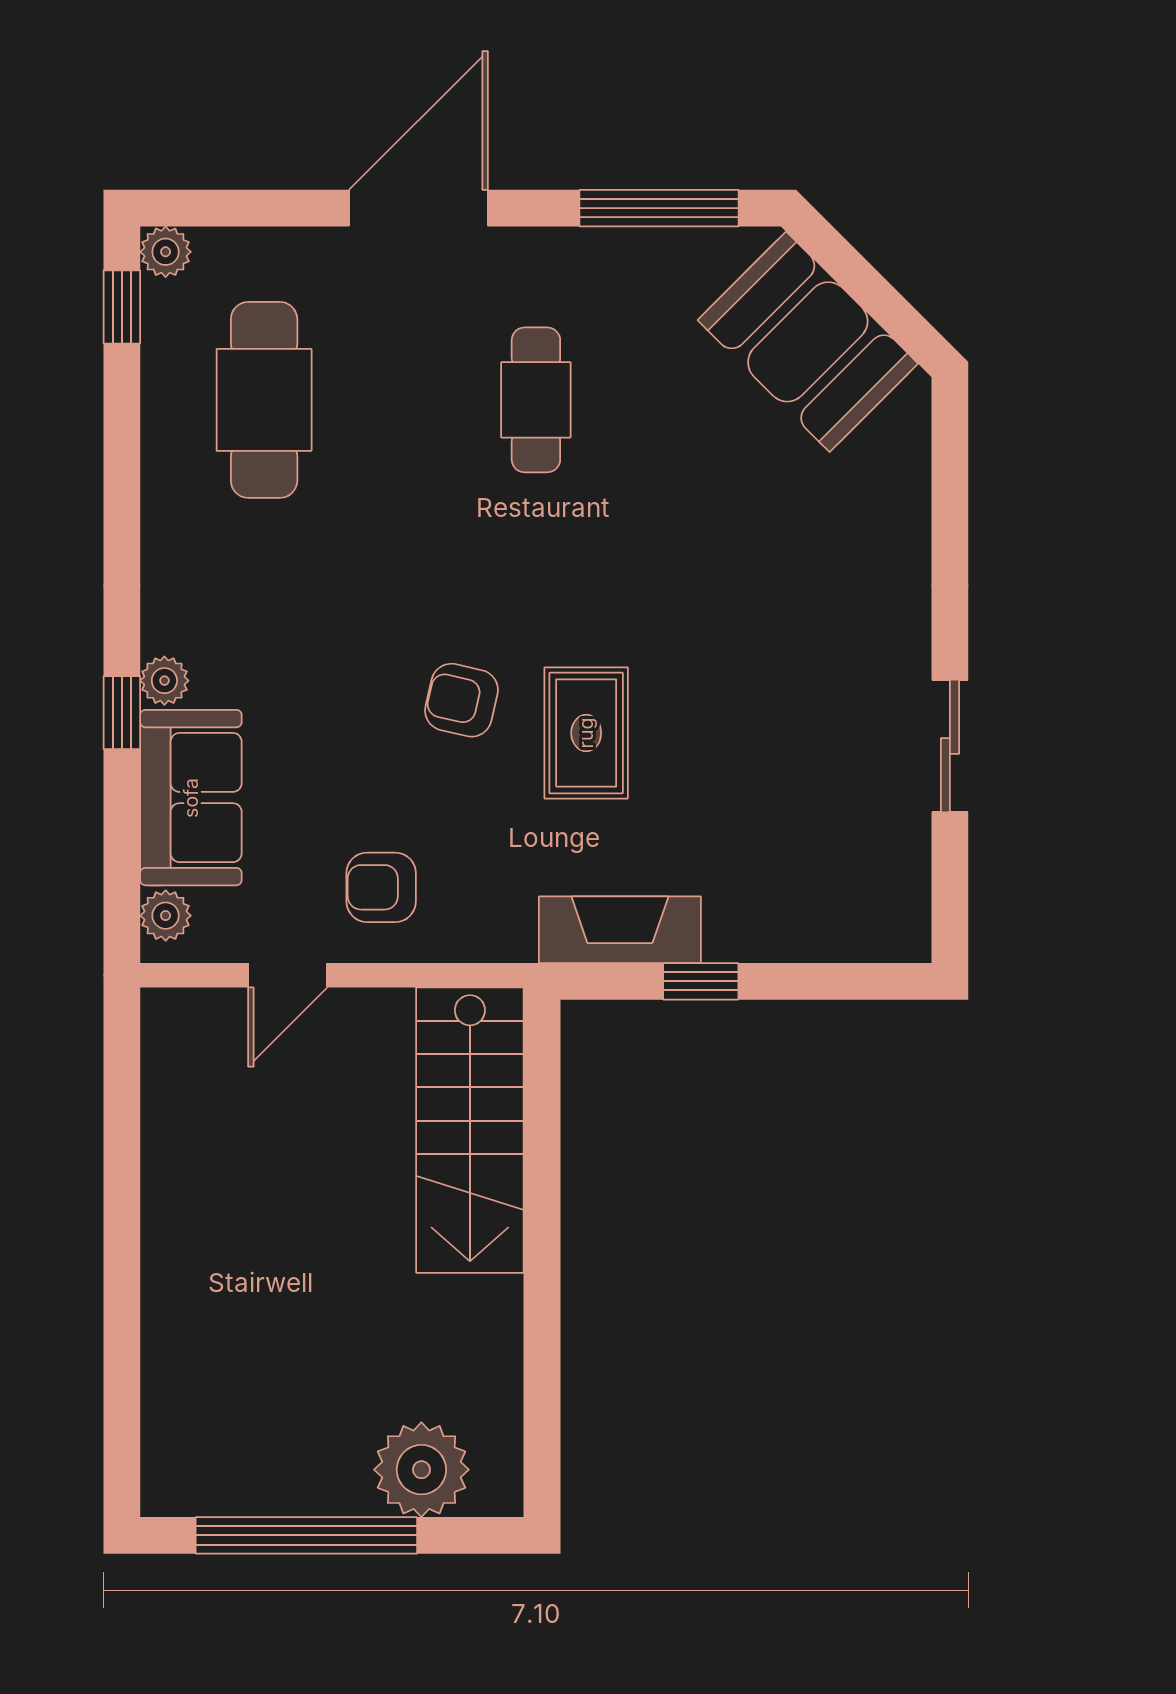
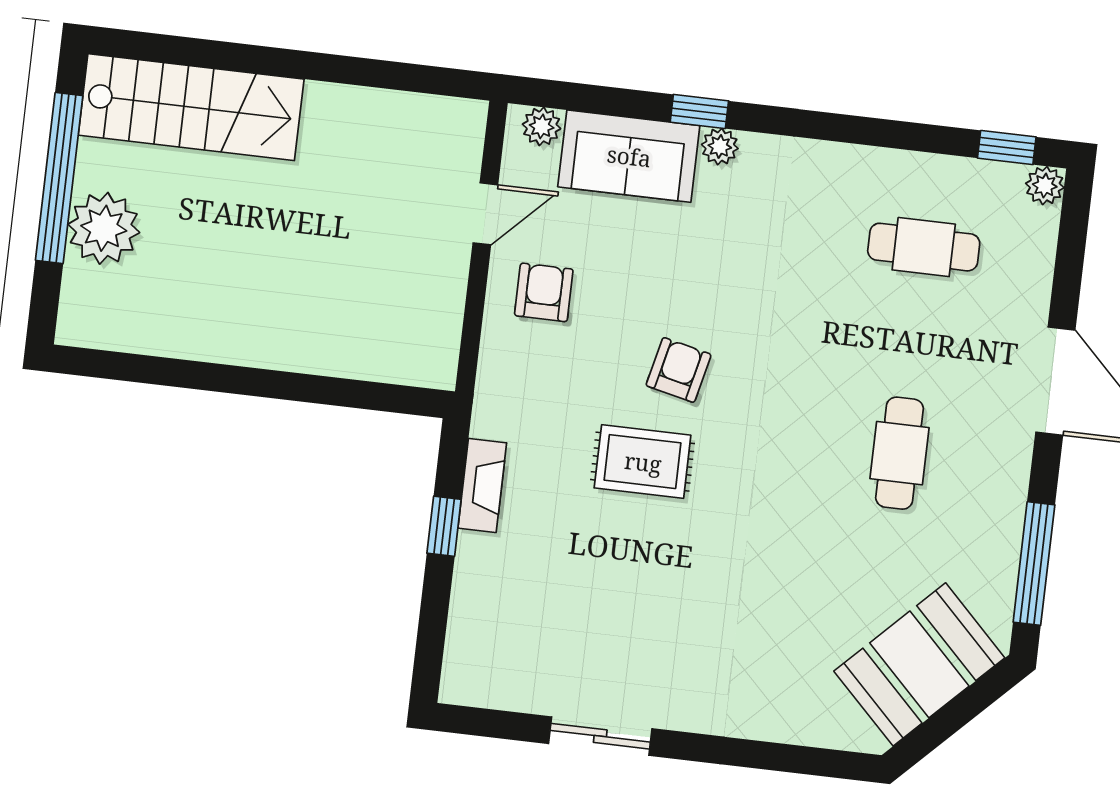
cafe table: (264, 400) -> (924, 247), width x0.73, depth x0.74
cafe table: (536, 400) -> (900, 453), turned 90
fireplace: (620, 930) -> (482, 485), width x0.73, depth x0.76
door: (288, 975) -> (485, 214), swing flipped
stairs: (470, 1130) -> (191, 107), moved, turned 180
plant: (421, 1470) -> (104, 228), moved

